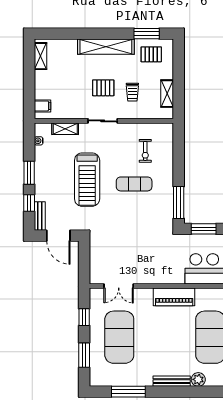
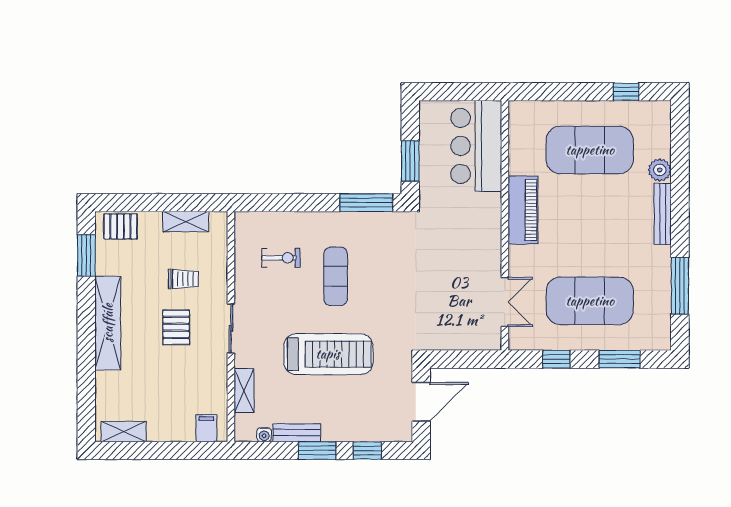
pallet: (151, 54) -> (120, 226), moved, turned 90
bench: (40, 216) -> (297, 433), moved

